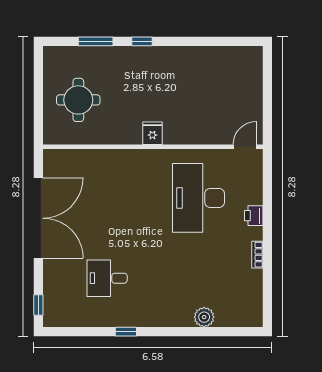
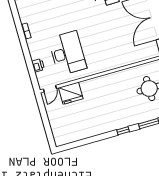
fridge: (152, 133) -> (71, 93), moved, width x1.88, depth x1.34
printer: (254, 216) -> (38, 65), moved

